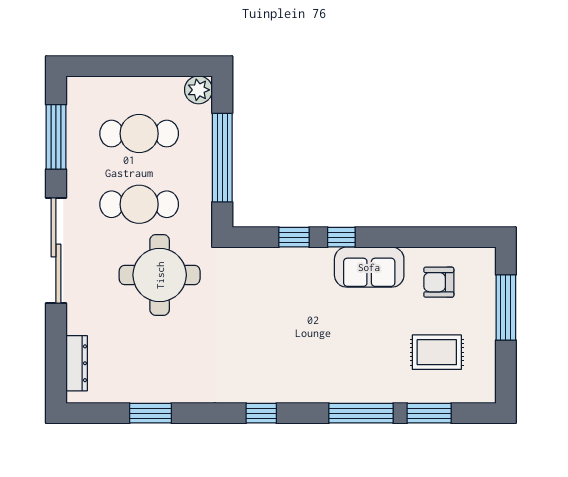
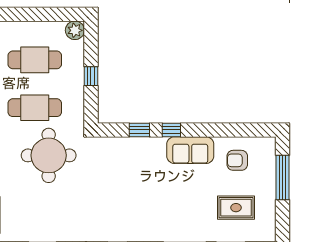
window: (222, 158) -> (91, 76), width x0.32

